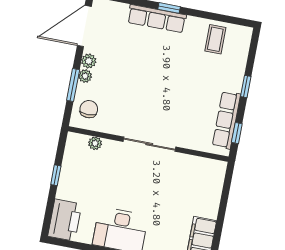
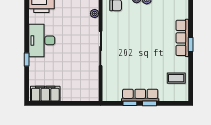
row of seats: (226, 120) -> (140, 95), moved
window: (237, 133) -> (130, 103), moved

